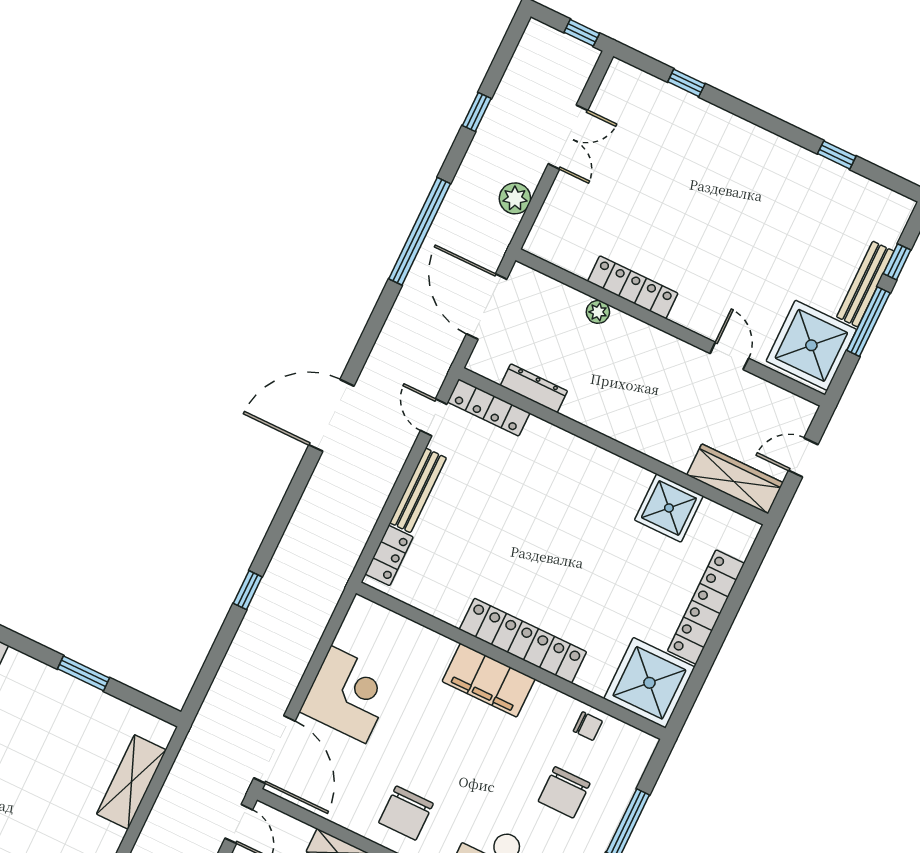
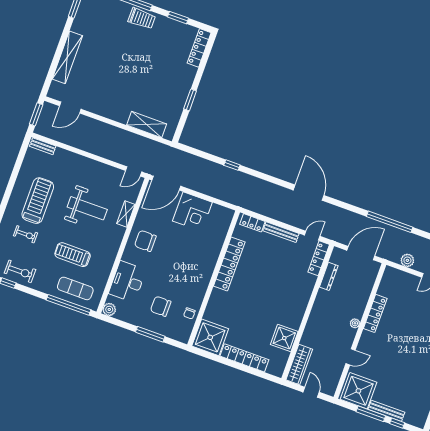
plant: (598, 312) -> (355, 323), moved
locker: (523, 641) -> (229, 264), moved
filing cabinet: (489, 680) -> (204, 270), removed

